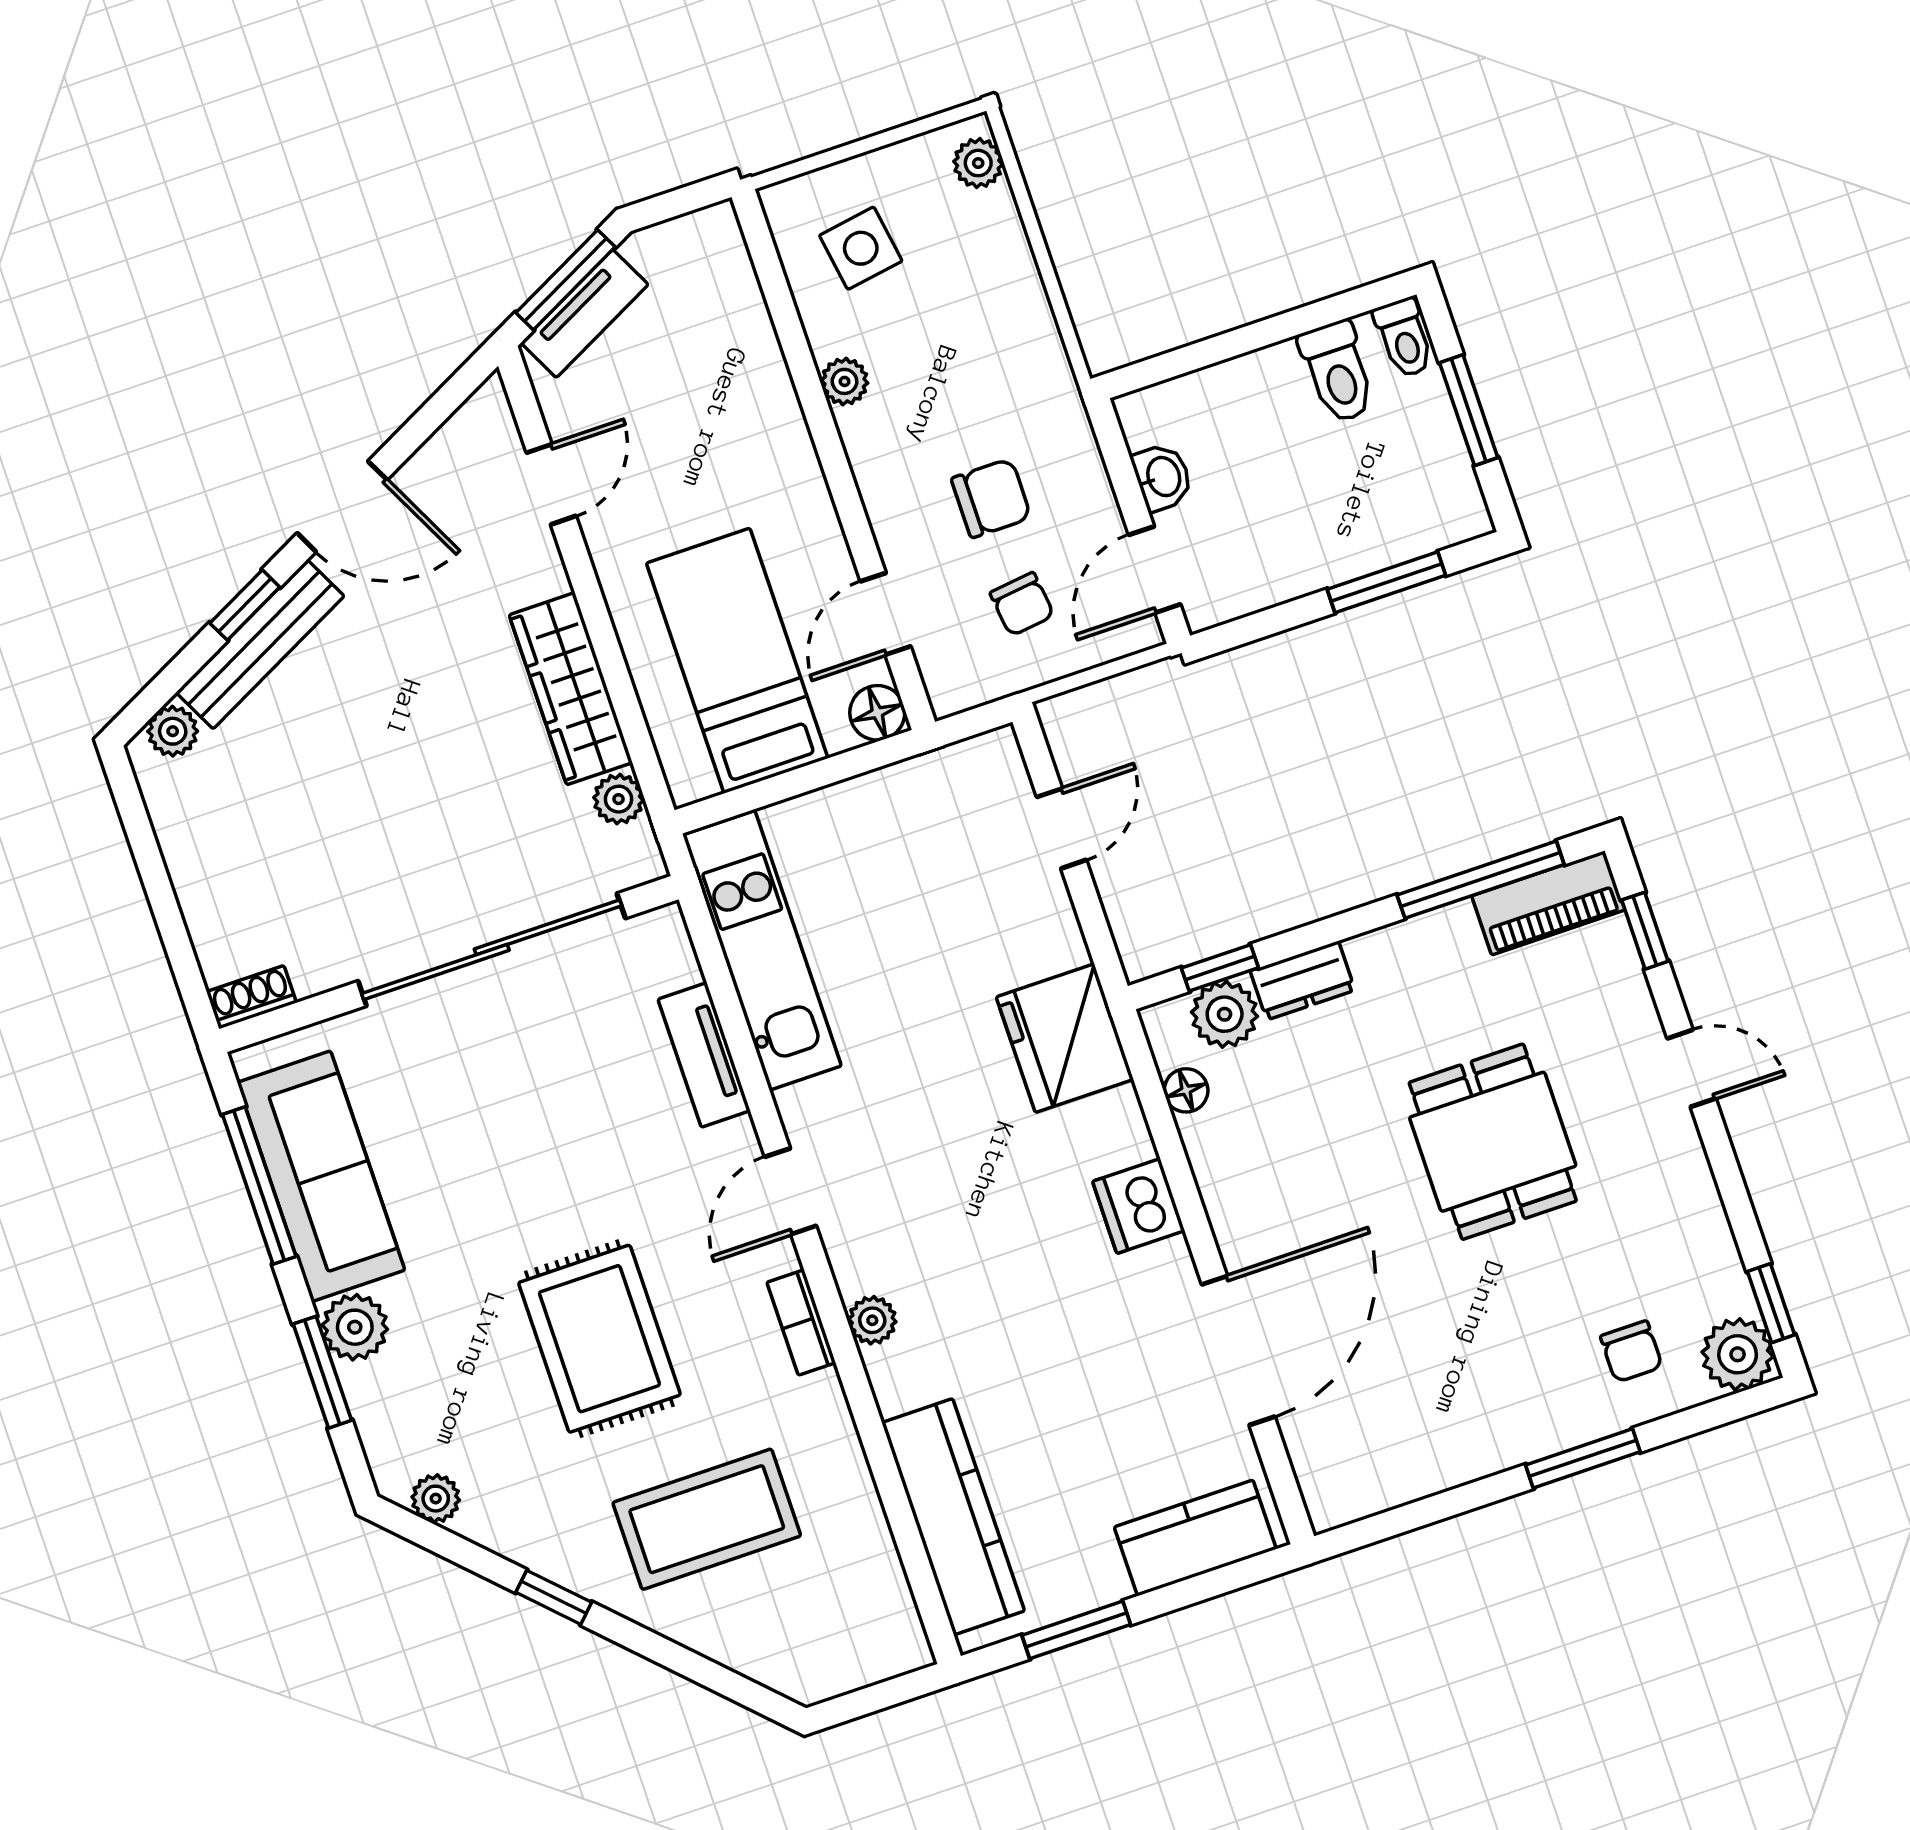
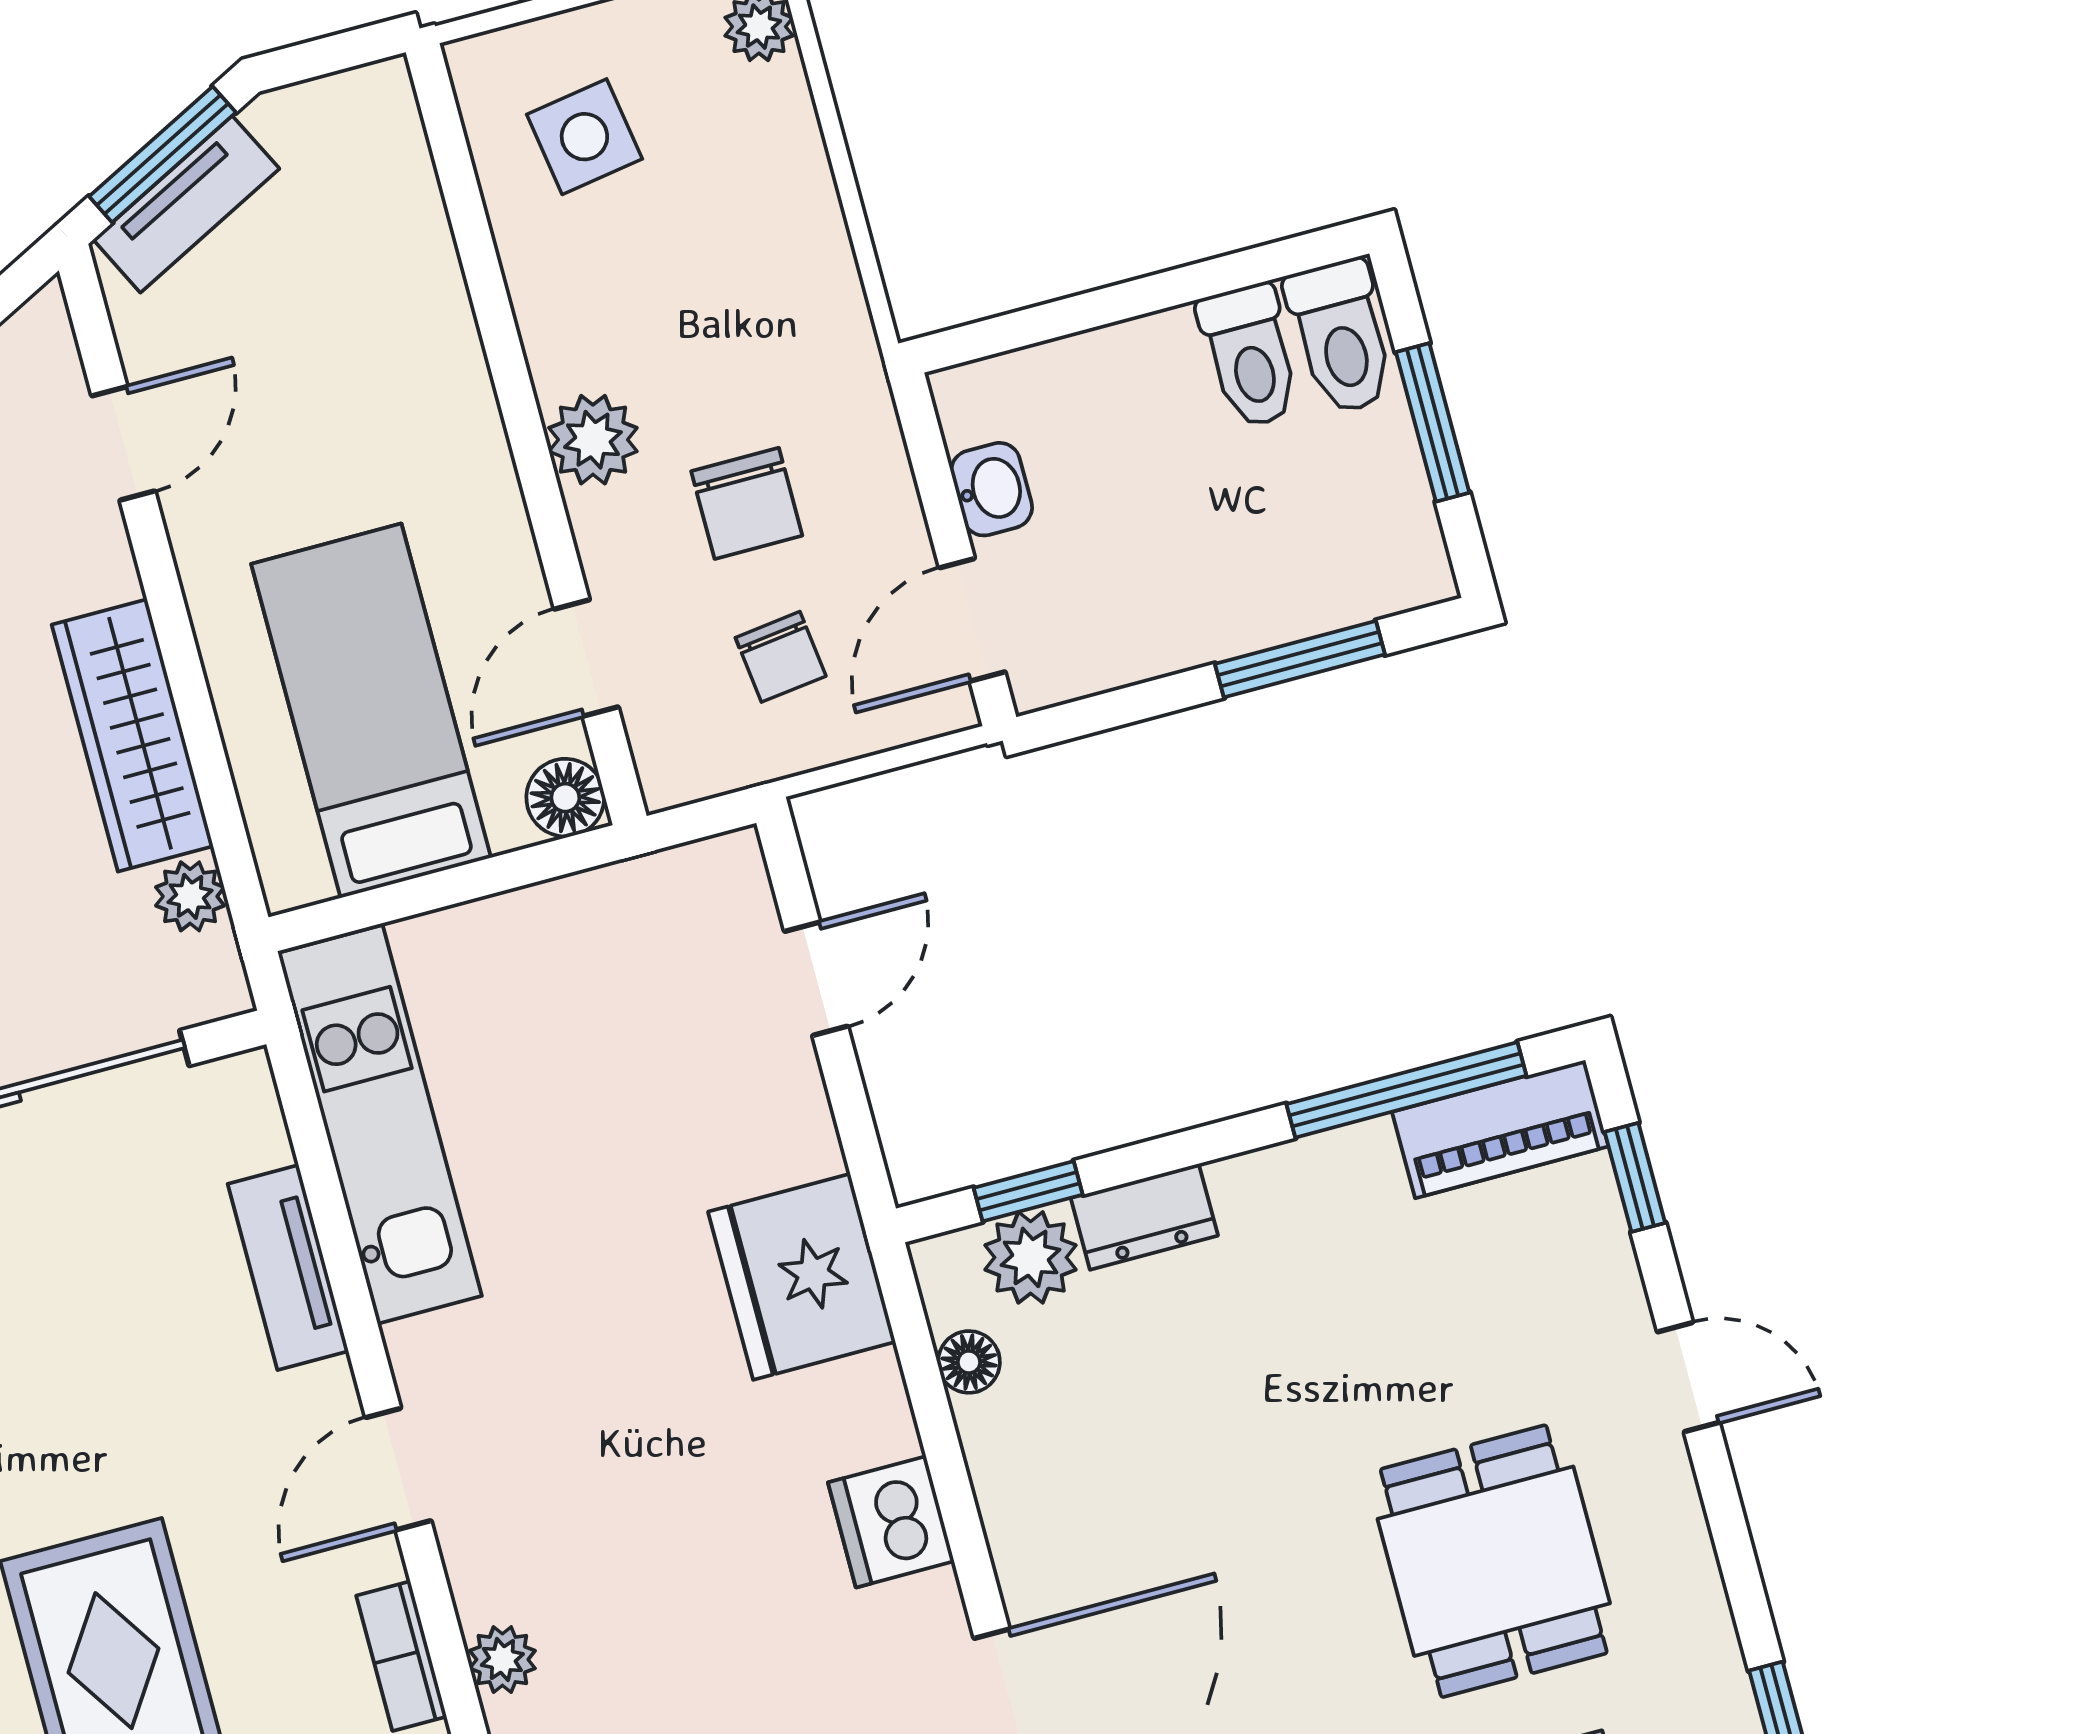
toilet: (1404, 338) -> (1341, 337), width x1.37, depth x1.39
plant: (845, 381) -> (593, 440), moved, width x1.38, depth x1.38
chair: (991, 498) -> (747, 503), turned 90
dining table: (1493, 1142) -> (1494, 1561), moved

